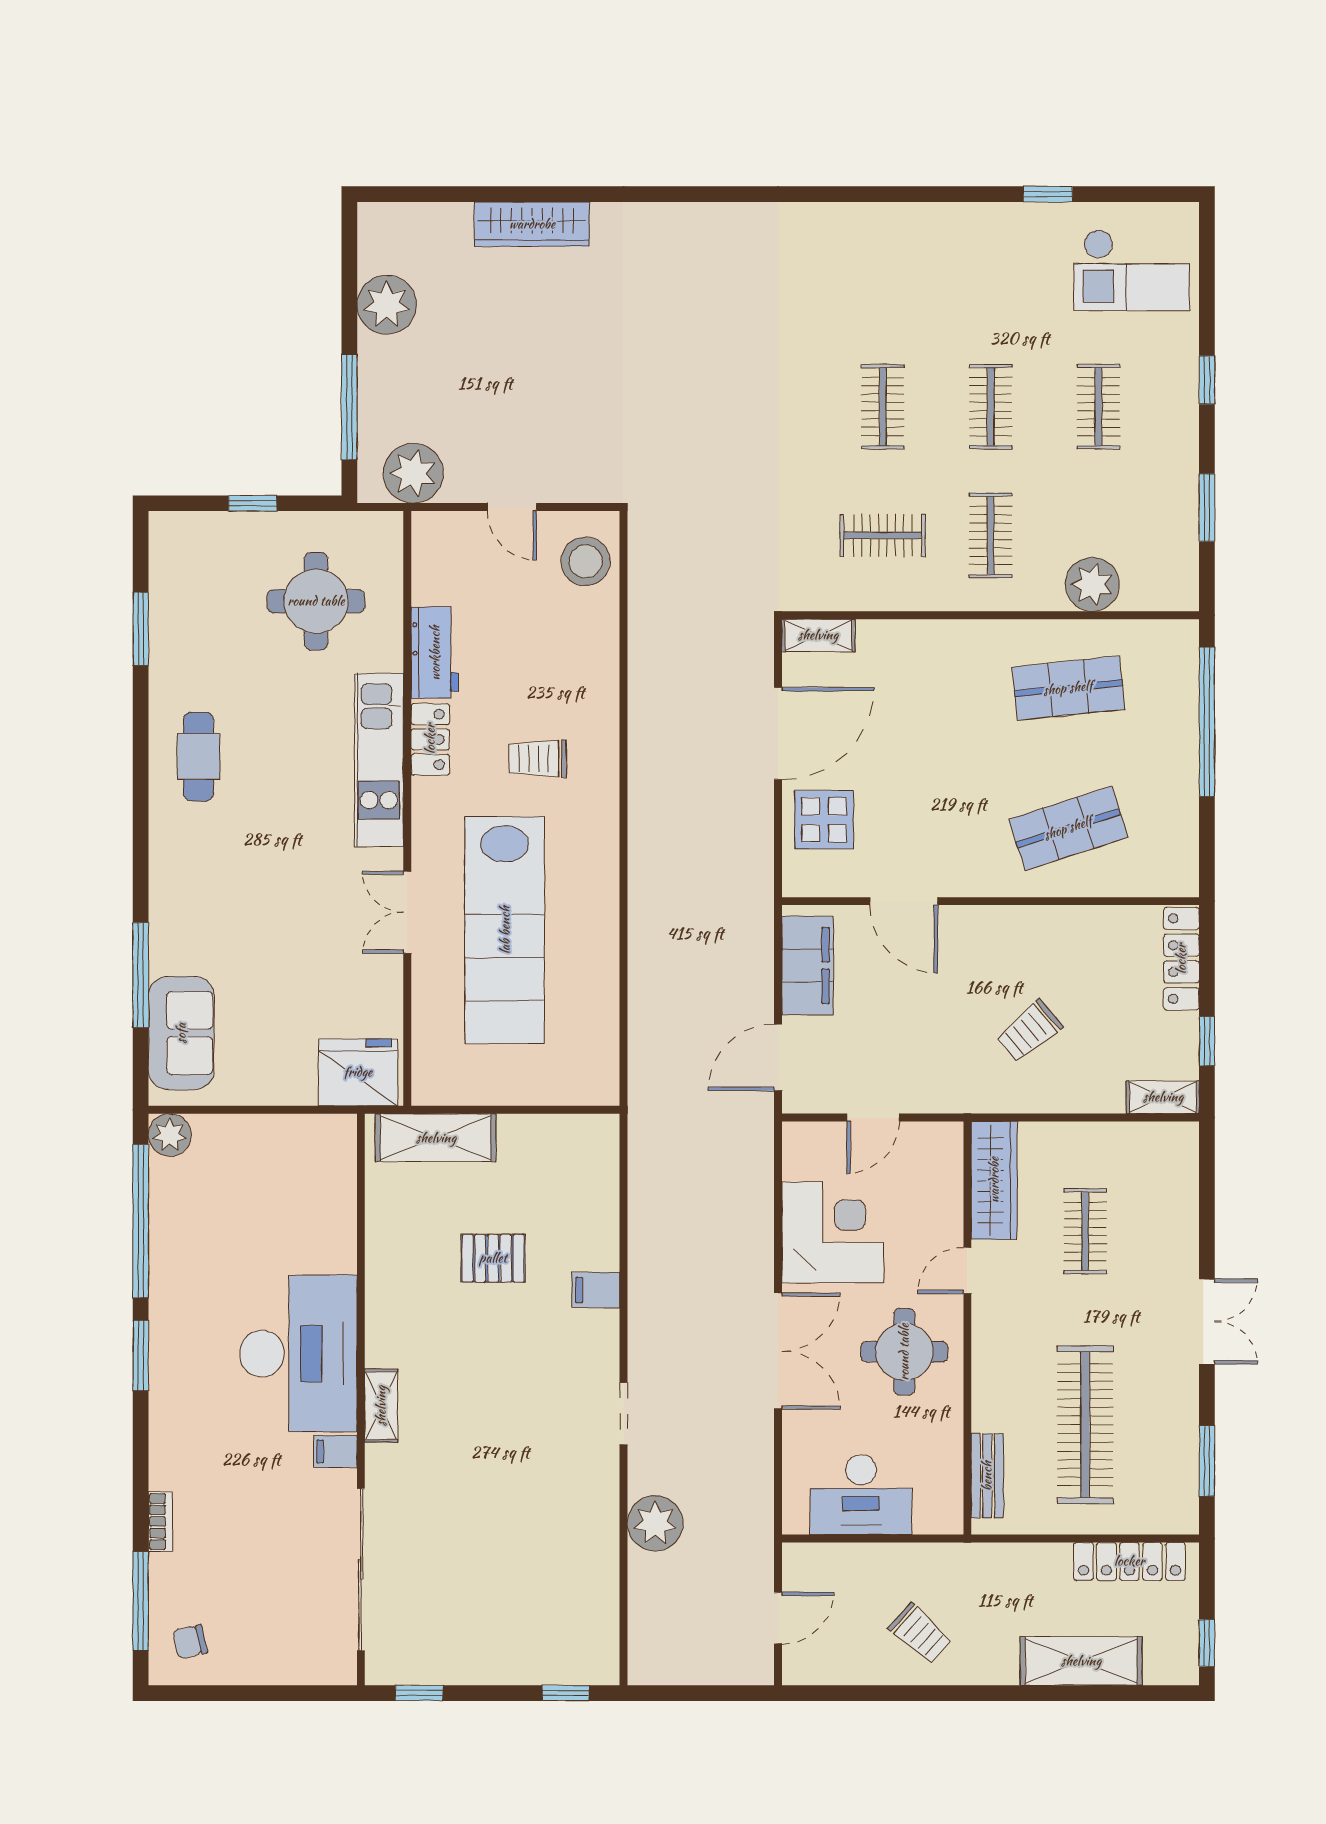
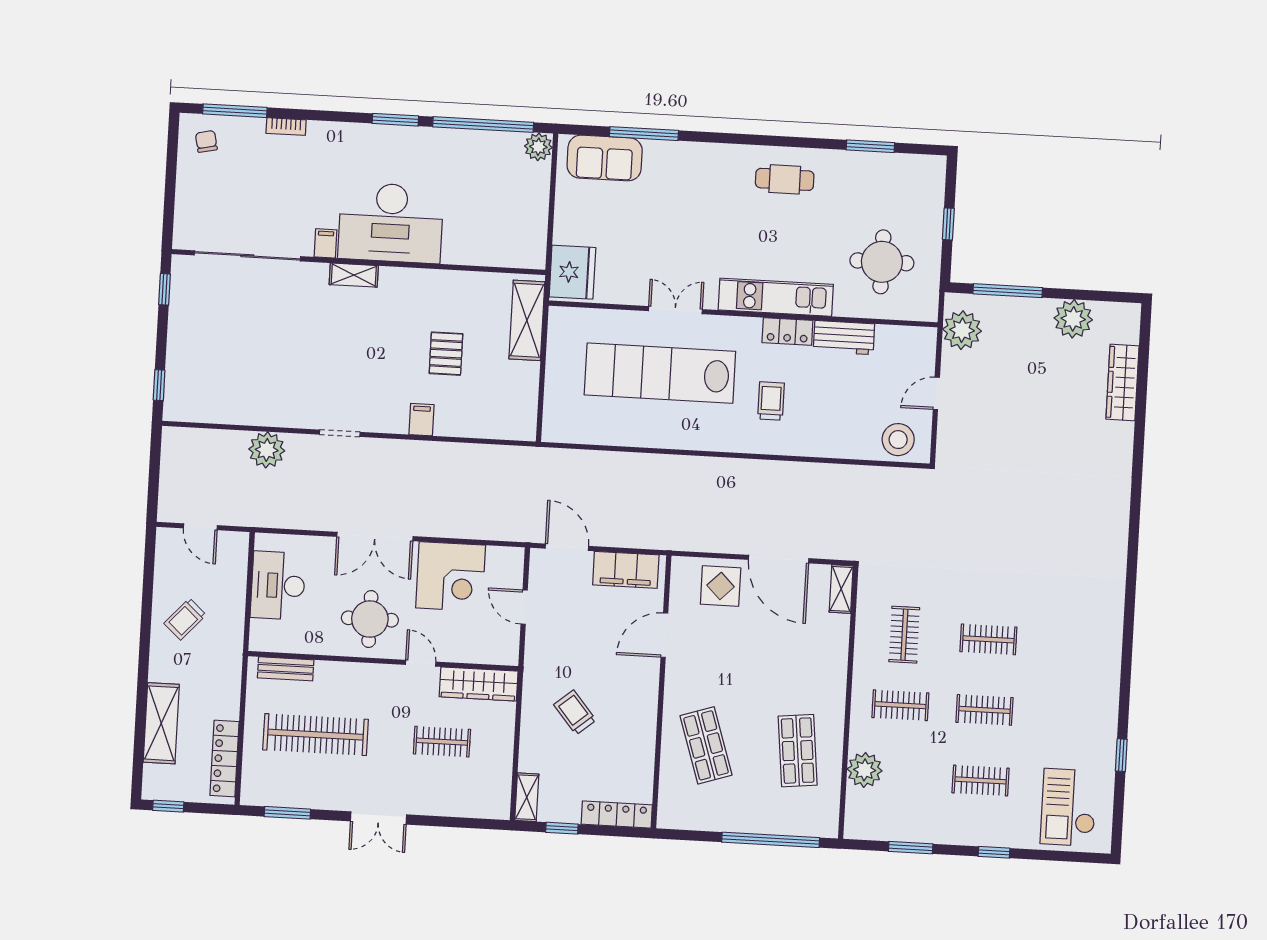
wardrobe: (532, 224) -> (1123, 383), moved

